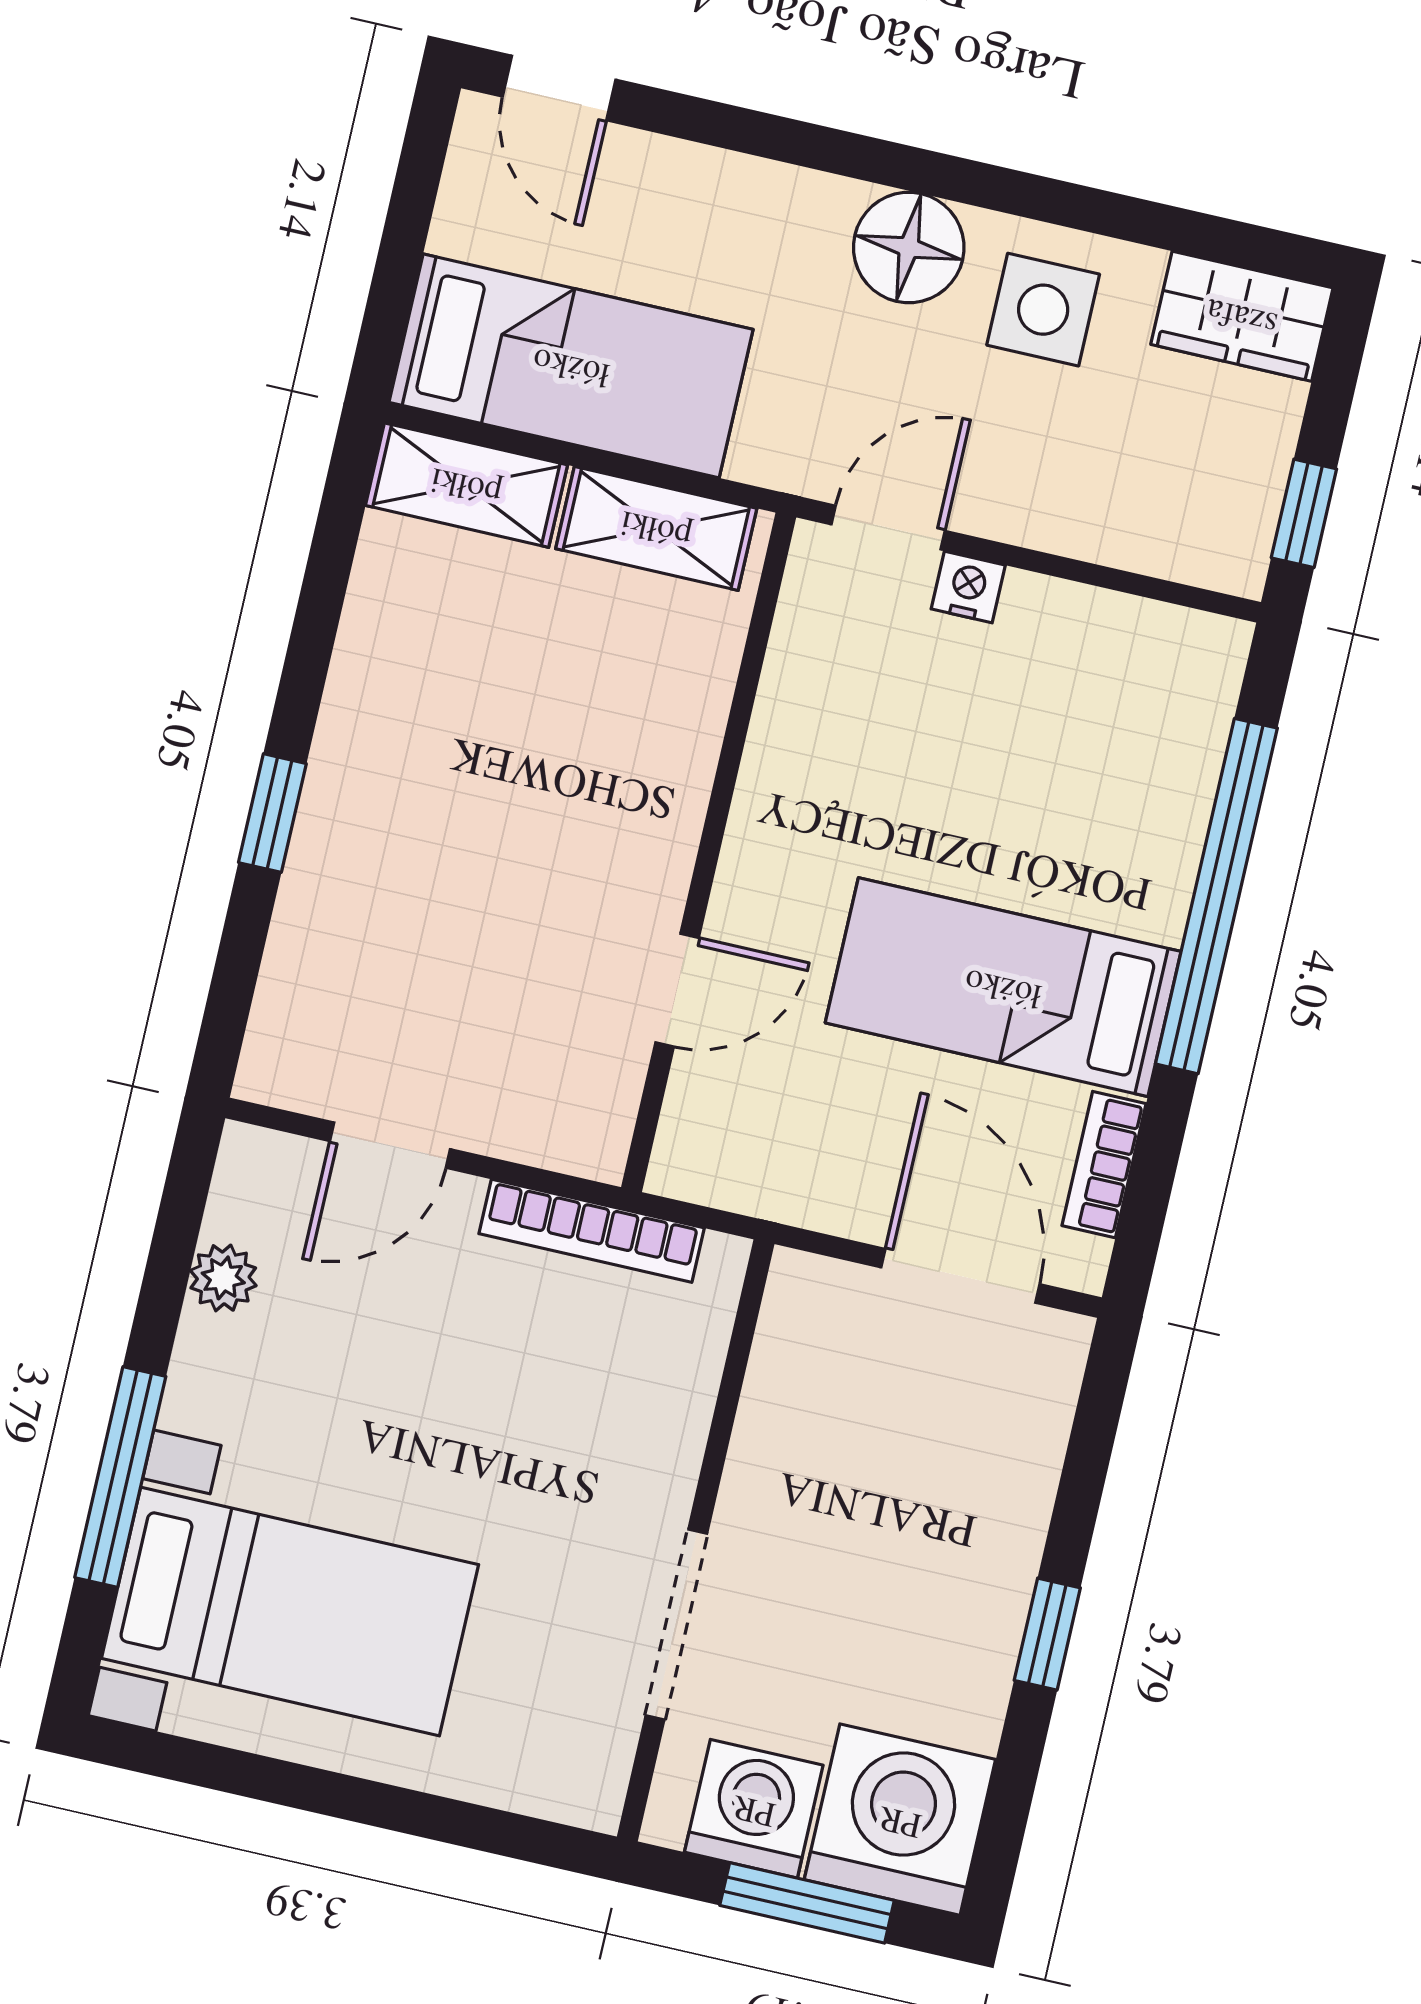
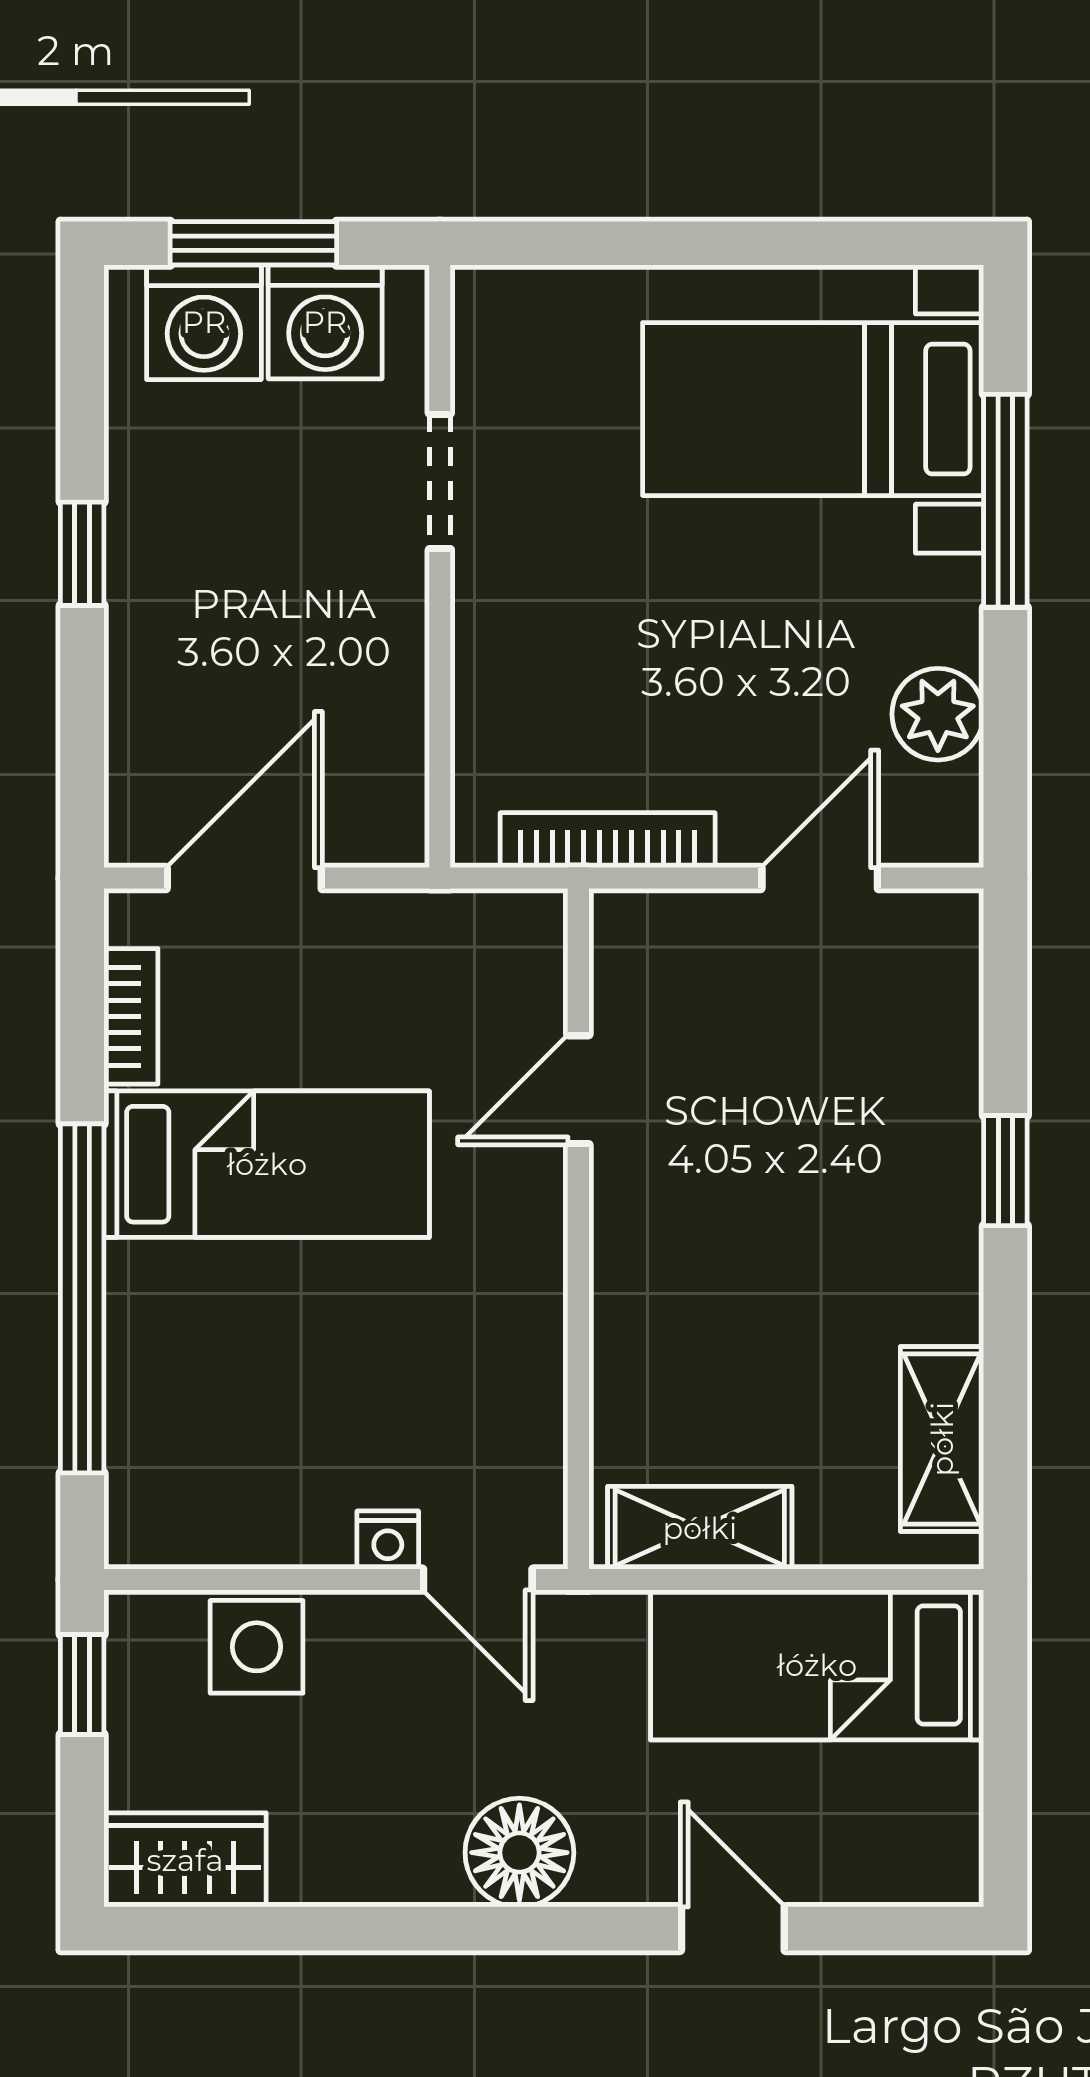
door: (559, 88) -> (733, 1929), moved
side table: (1043, 310) -> (257, 1647), moved
shelving: (466, 485) -> (942, 1439), moved, turned 90
door: (888, 528) -> (478, 1580), hinge flipped
door: (960, 1276) -> (244, 878), swing flipped
plant: (223, 1278) -> (938, 714), width x1.38, depth x1.38
doorway: (676, 1625) -> (440, 481), width x0.73
washing machine: (900, 1820) -> (204, 322), width x0.73, depth x0.73

